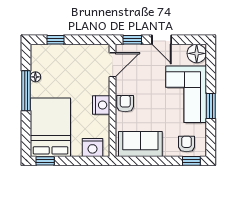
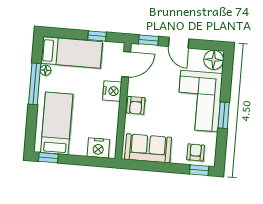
window: (56, 40) -> (97, 36), moved
bed: (59, 58) -> (72, 52), added
armchair: (125, 104) -> (136, 105), turned 180
nightstand: (101, 105) -> (112, 91), moved
bed: (51, 127) -> (57, 123), width x0.67

